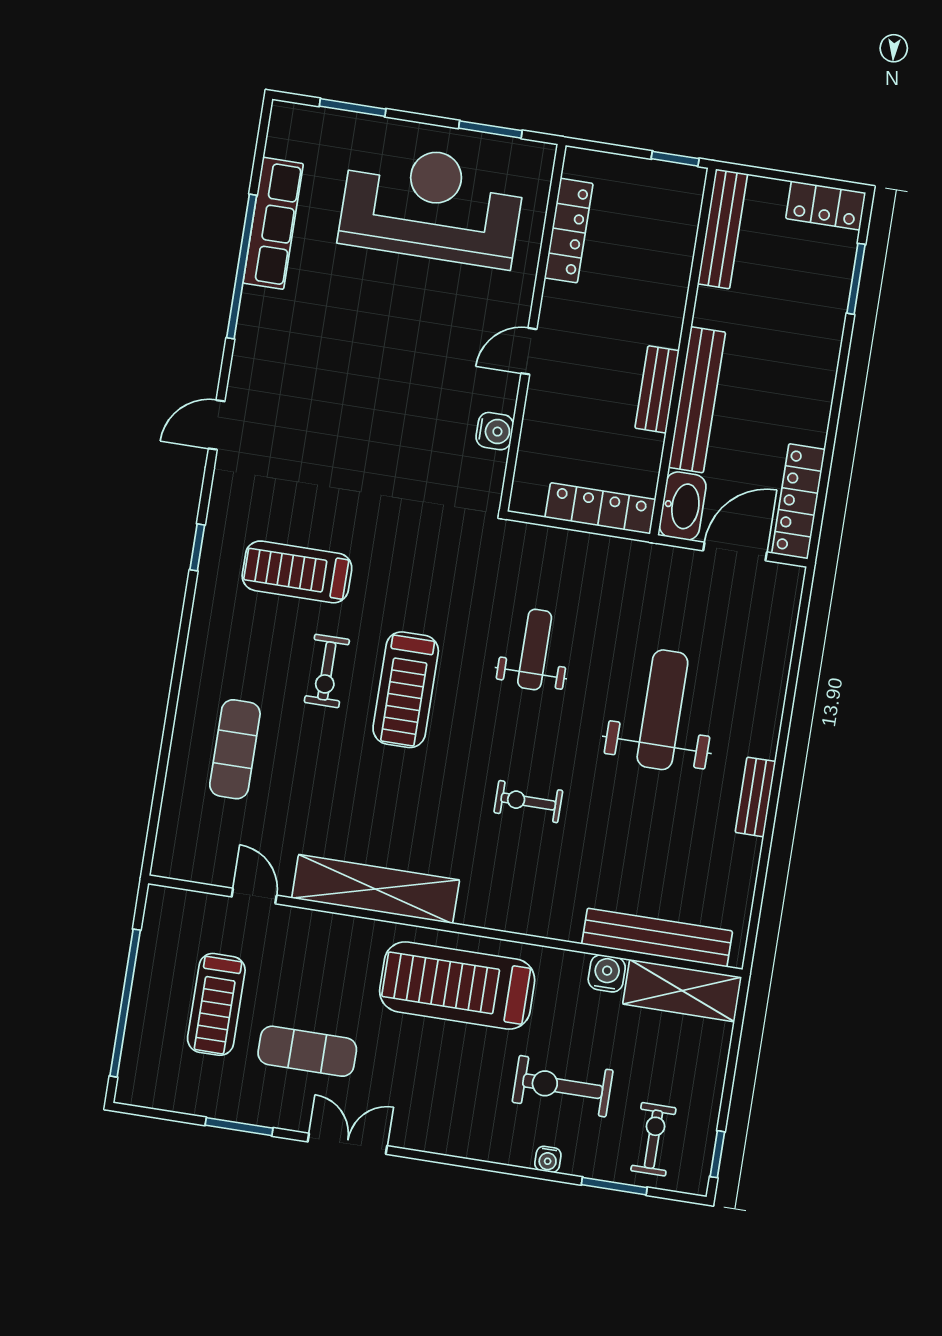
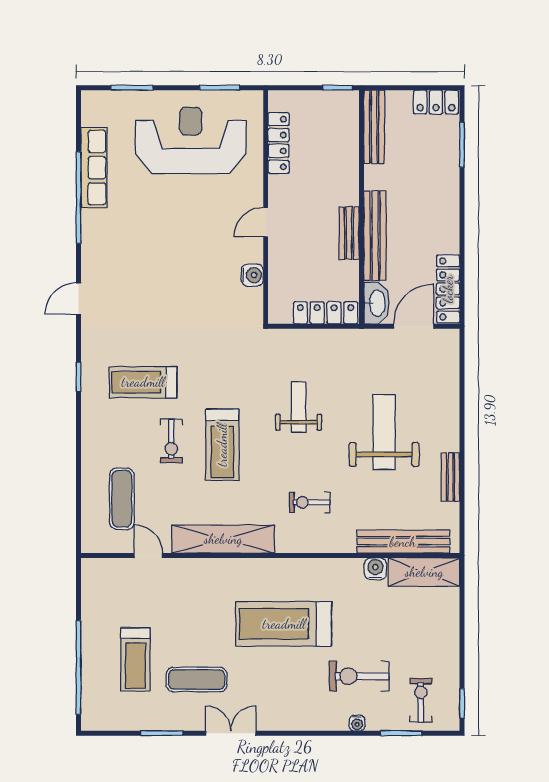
shelving: (376, 889) -> (223, 539), moved
door: (254, 896) -> (148, 555), moved
wall: (445, 926) -> (270, 555), moved
bench: (657, 938) -> (403, 542), moved
water cooler: (607, 973) -> (375, 569), moved
shelving: (682, 991) -> (424, 572), moved

